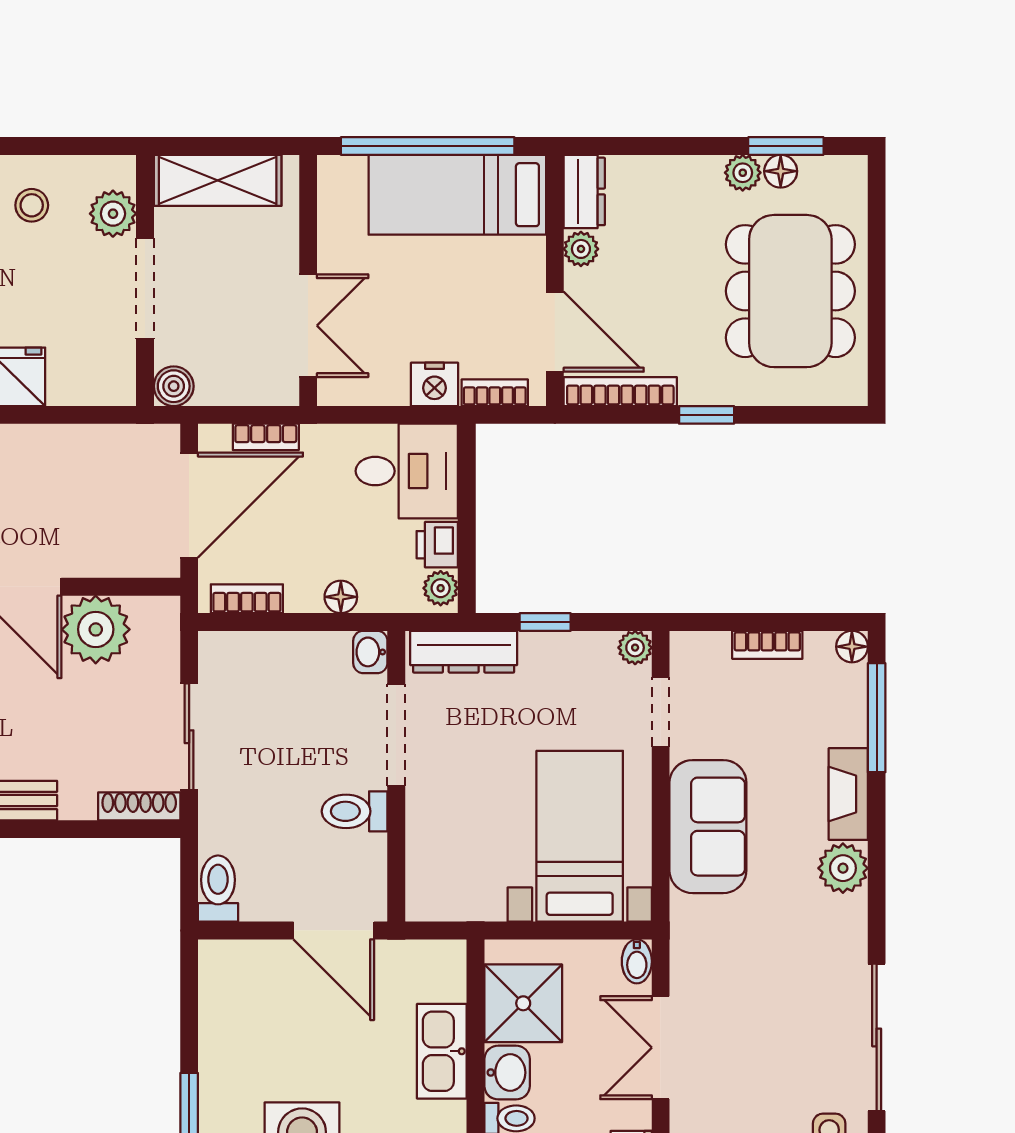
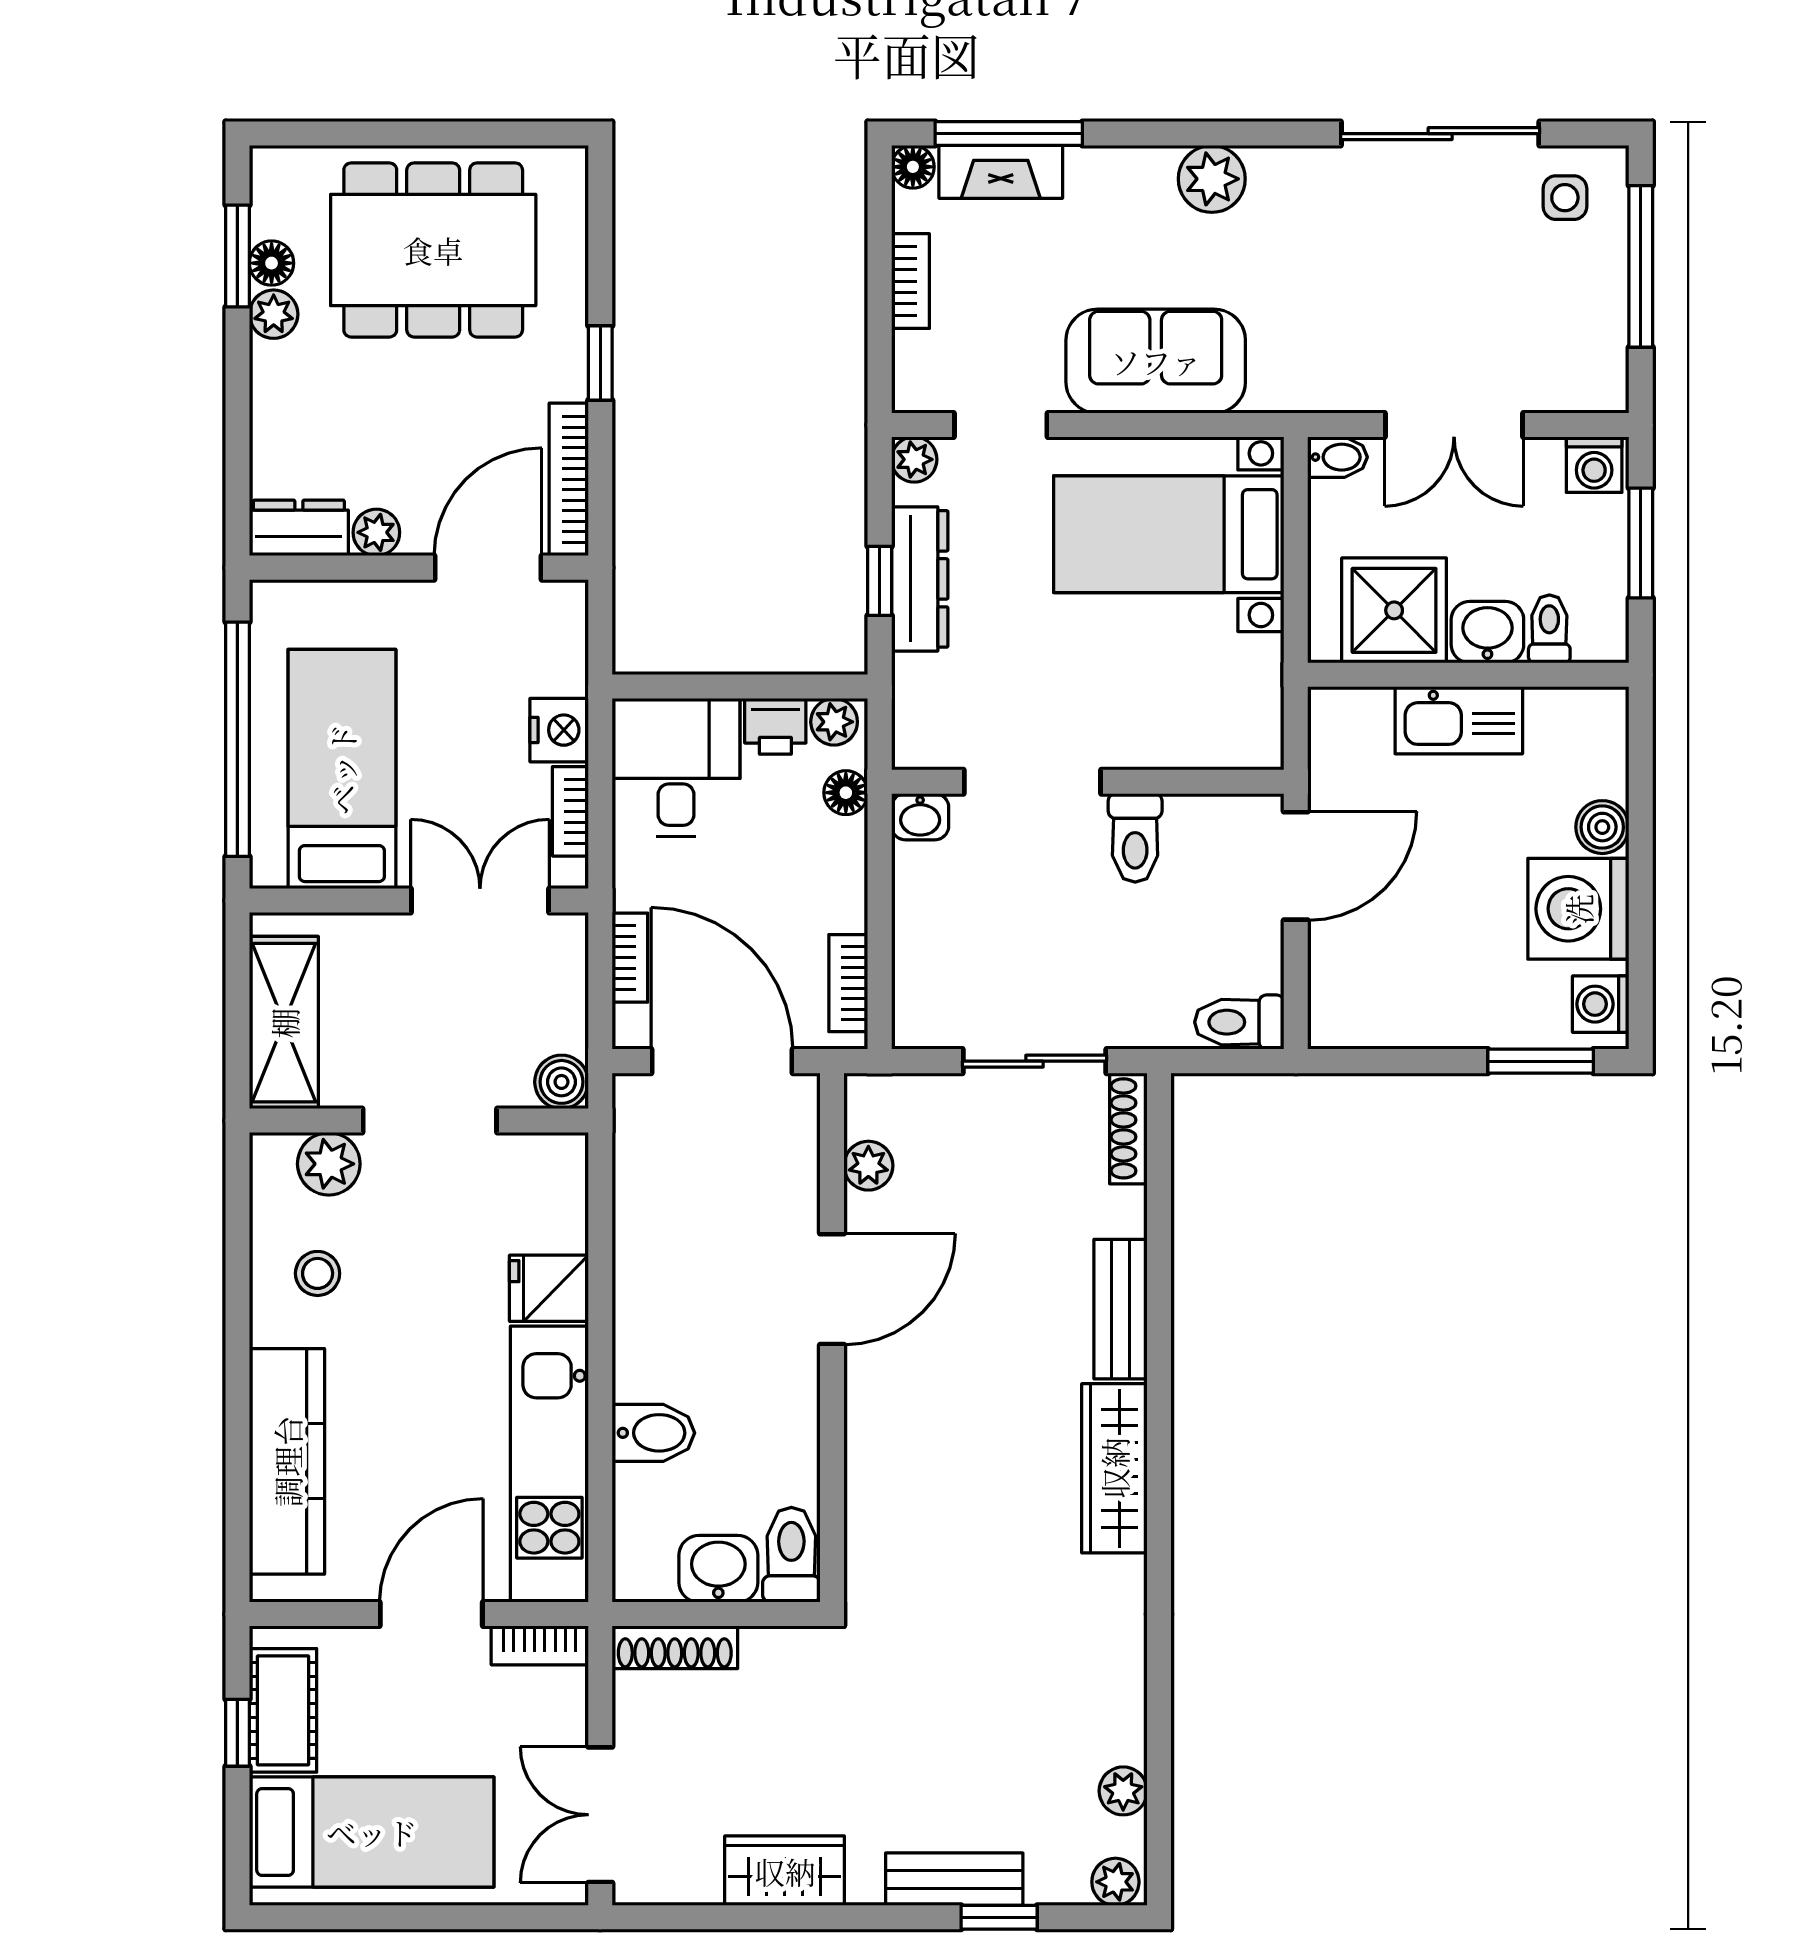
bed: (457, 195) -> (342, 769), moved, turned 180
bookcase: (495, 393) -> (570, 811), moved
floor lamp: (341, 597) -> (846, 793), moved
plant: (96, 629) -> (868, 1166), width x0.53, depth x0.53
dresser: (464, 652) -> (920, 579), moved
fireplace: (848, 794) -> (1001, 172), moved

